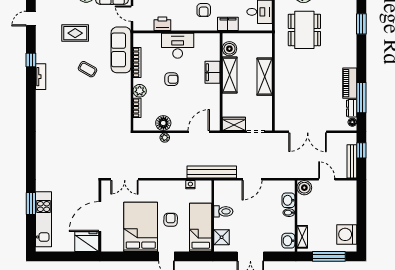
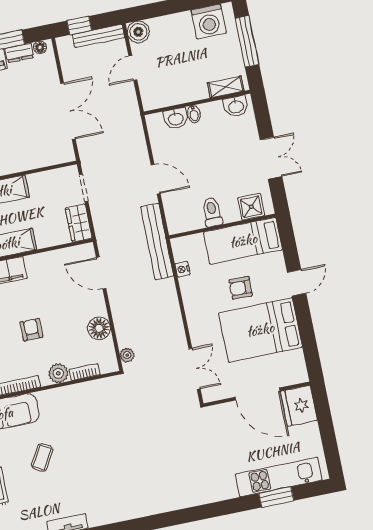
plant: (165, 138) -> (127, 355), moved
boiler: (304, 188) -> (138, 32), moved
window: (31, 204) -> (276, 497), moved

